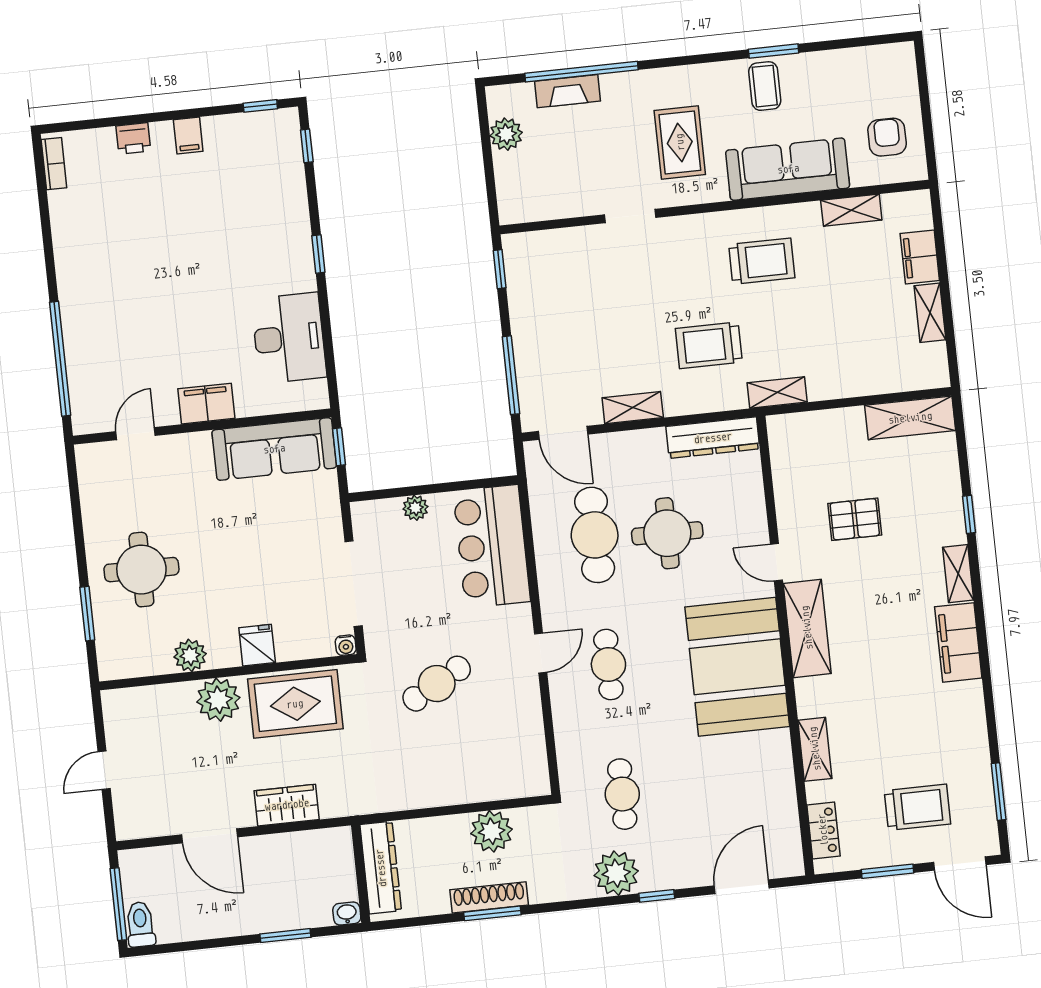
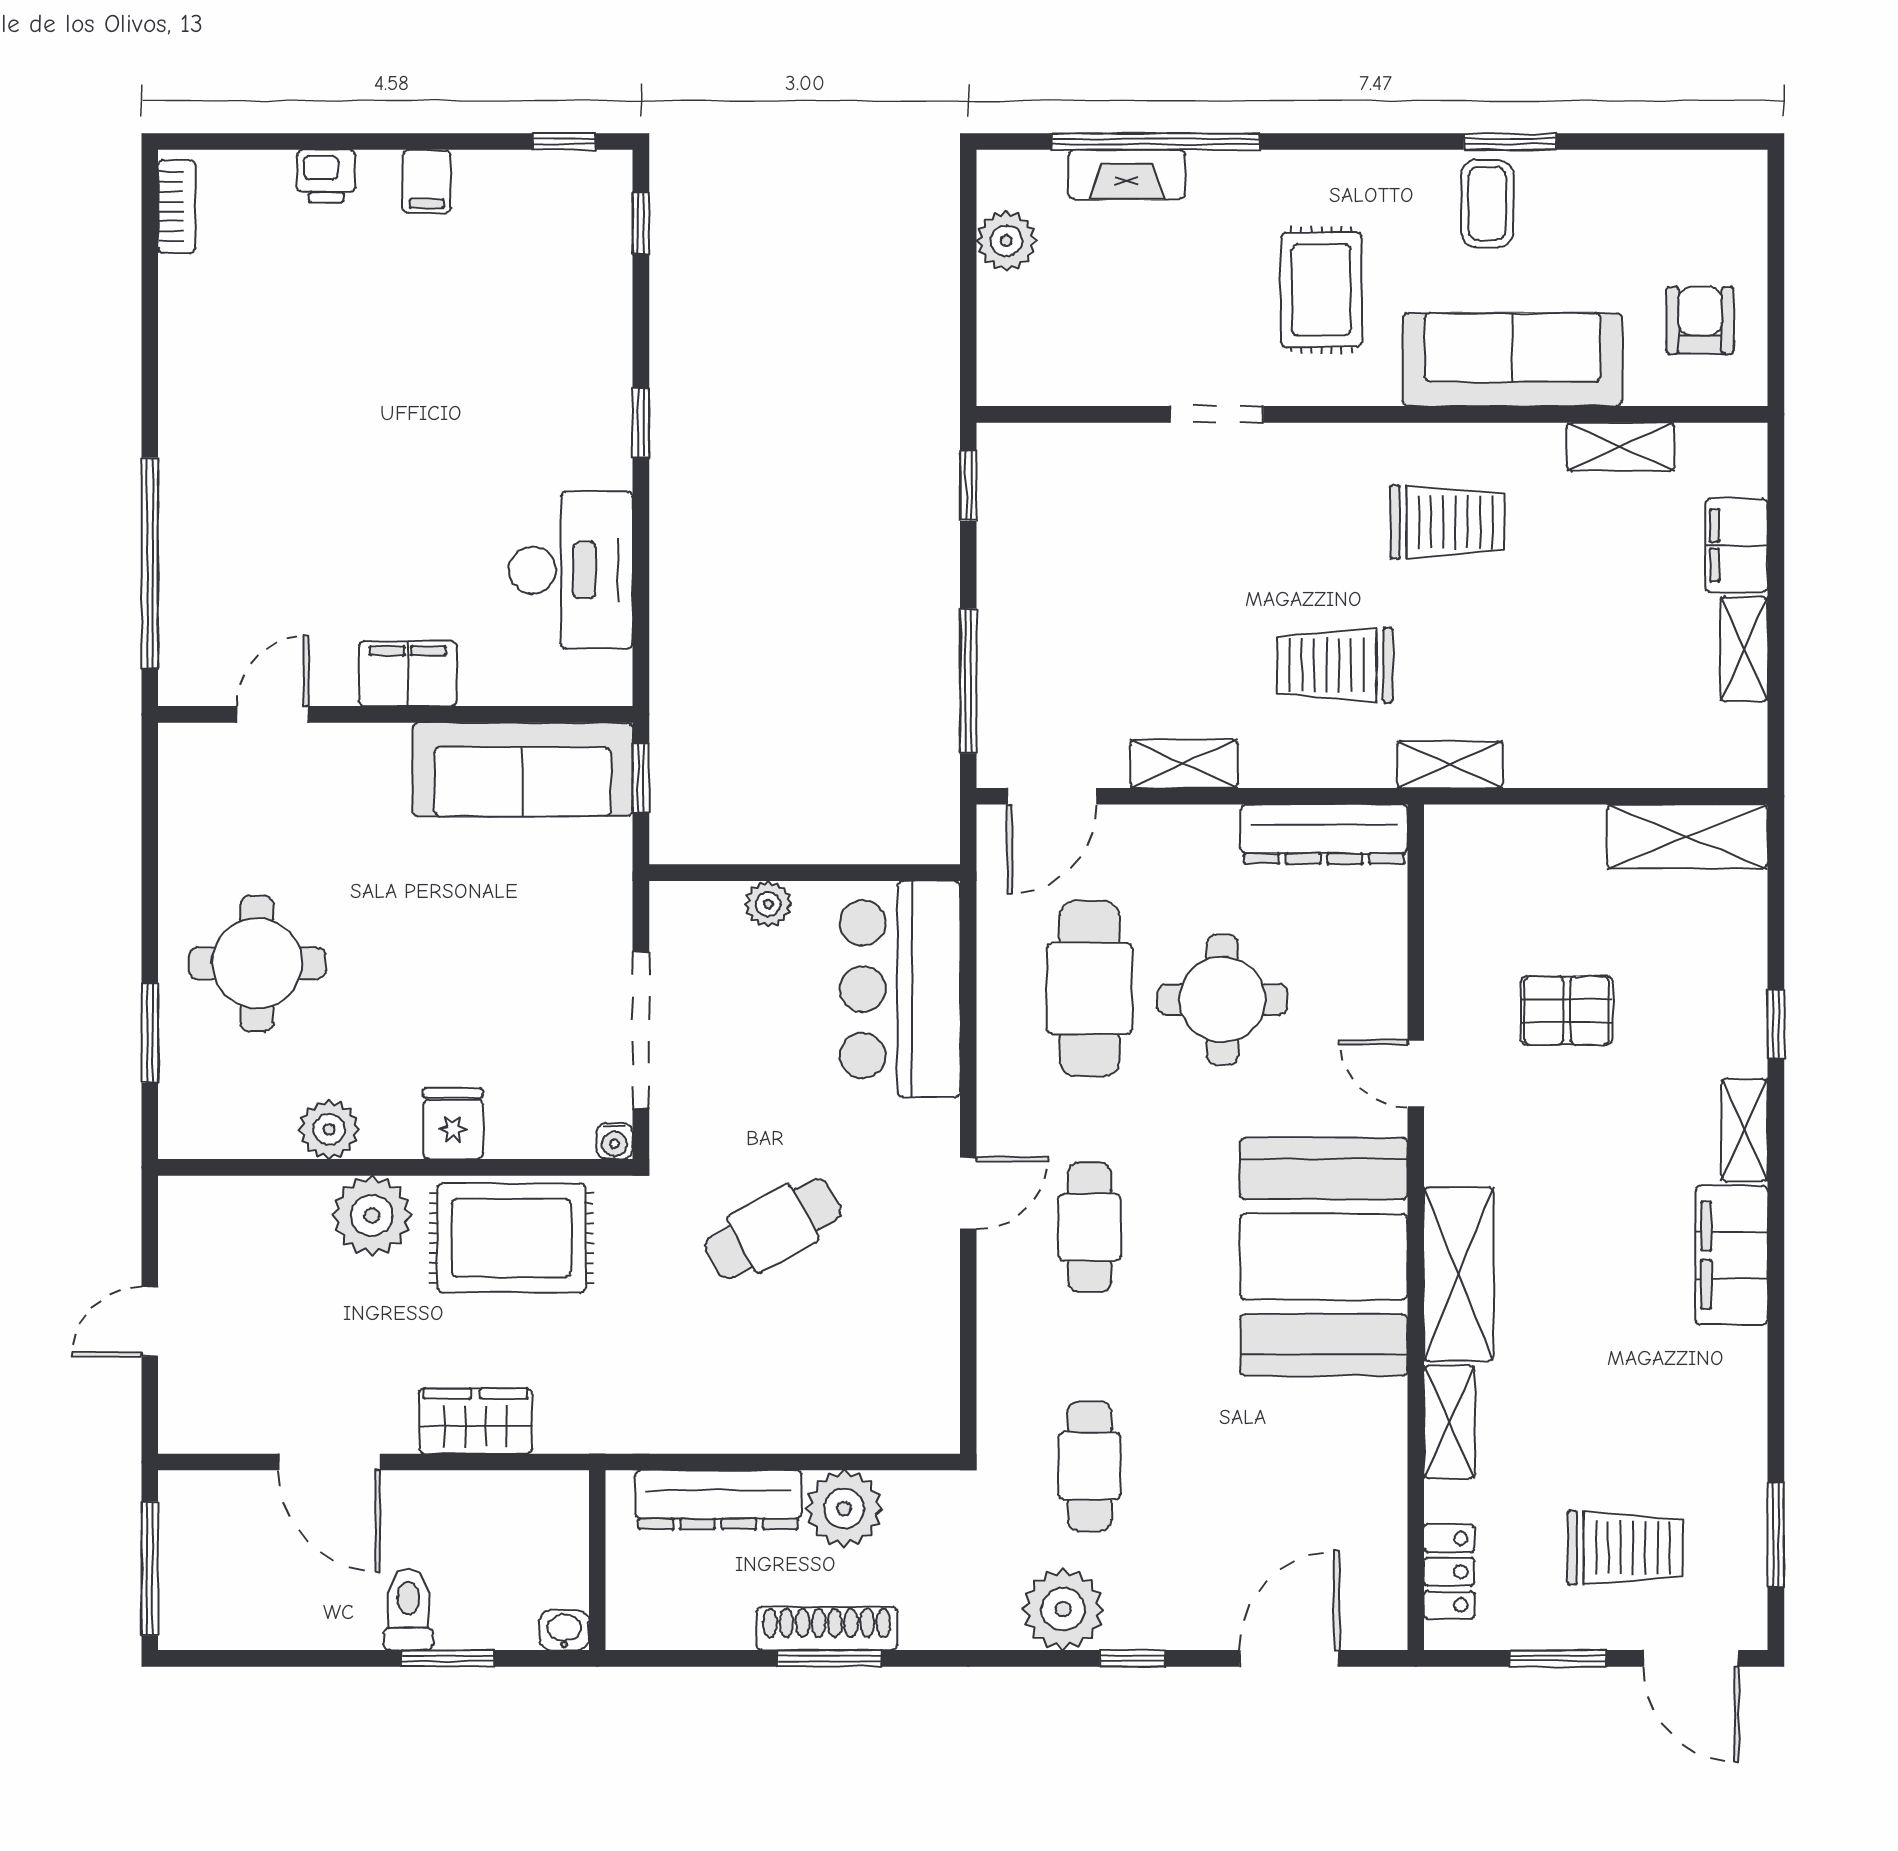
door: (563, 433) -> (1052, 796), hinge flipped
shelving: (807, 628) -> (1459, 1274), moved
dresser: (381, 868) -> (718, 1500), moved, turned 90
toilet: (140, 924) -> (408, 1610), moved

